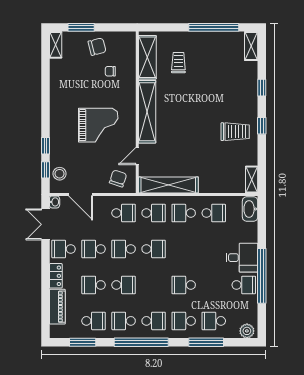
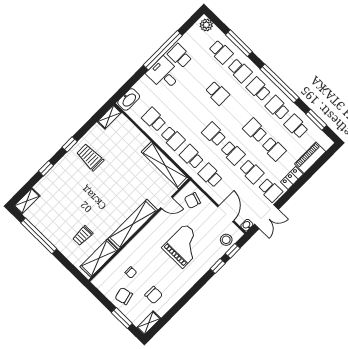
chair: (74, 71) -> (154, 295), added
grand piano: (98, 125) -> (184, 246), moved, turned 90
school desk: (124, 321) -> (277, 108), turned 180

